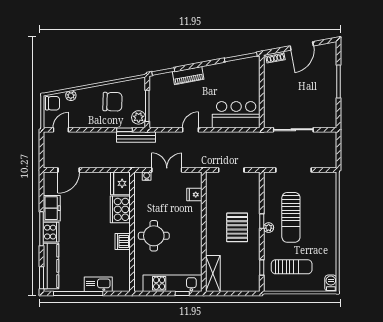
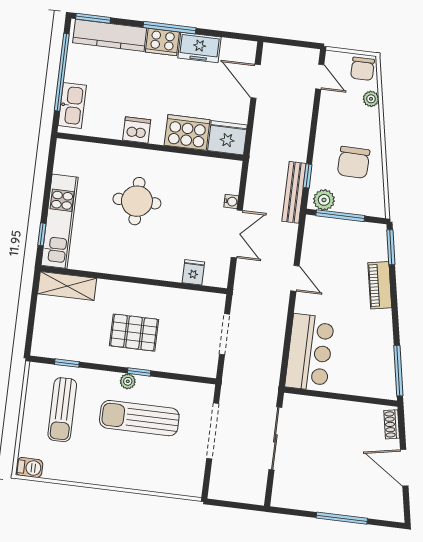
fridge: (120, 183) -> (227, 138), moved
cooker: (120, 209) -> (187, 132), moved
wall: (132, 232) -> (150, 147), moved
dishwasher: (123, 241) -> (137, 130), moved

